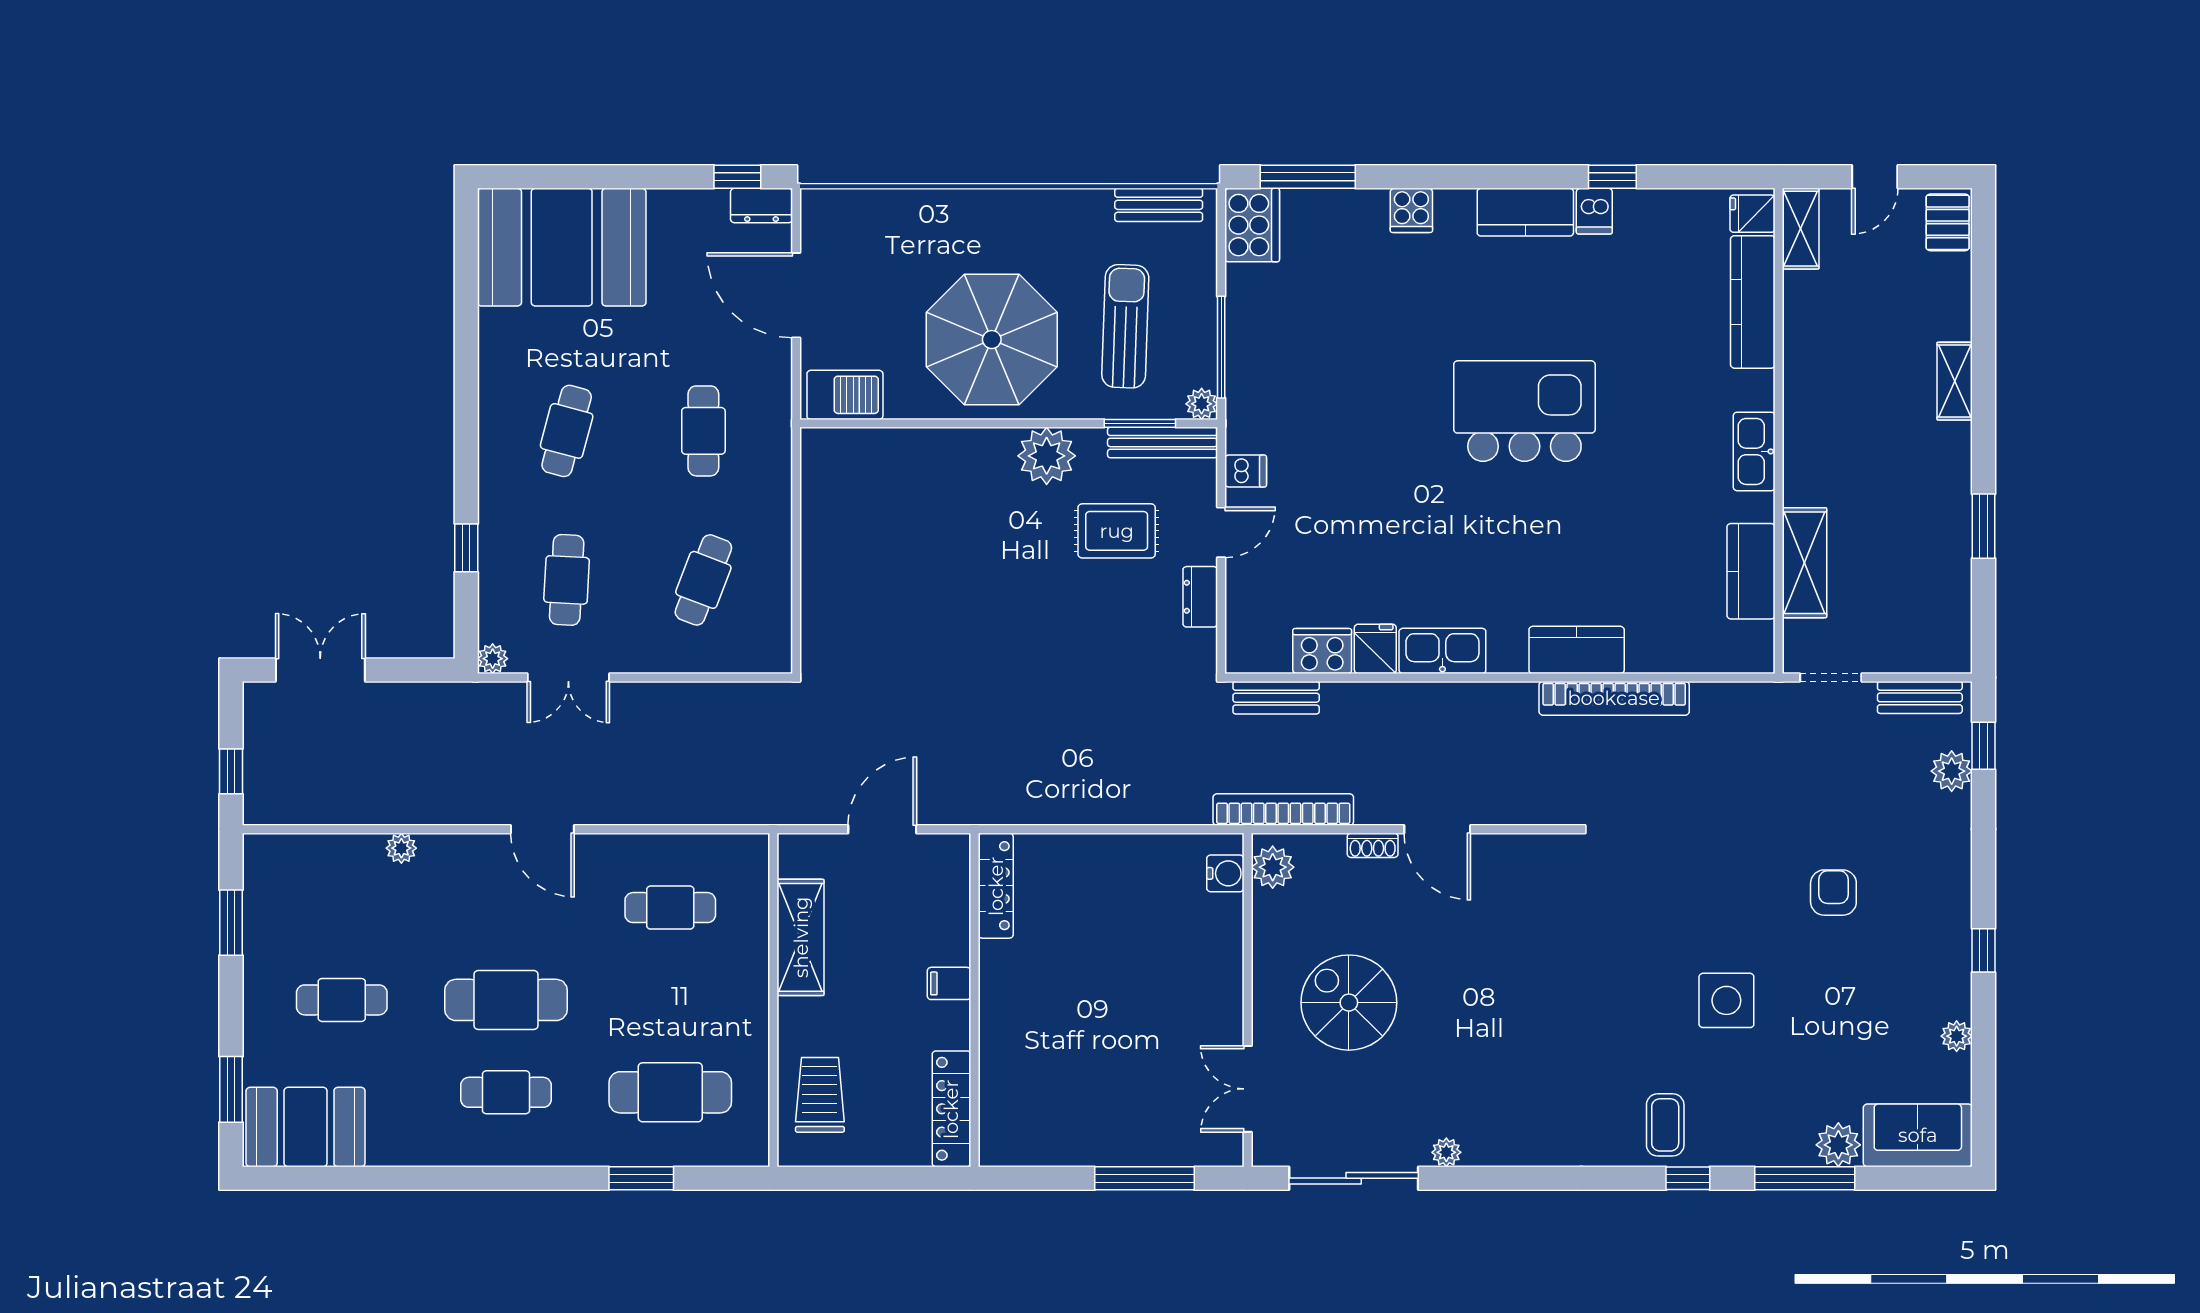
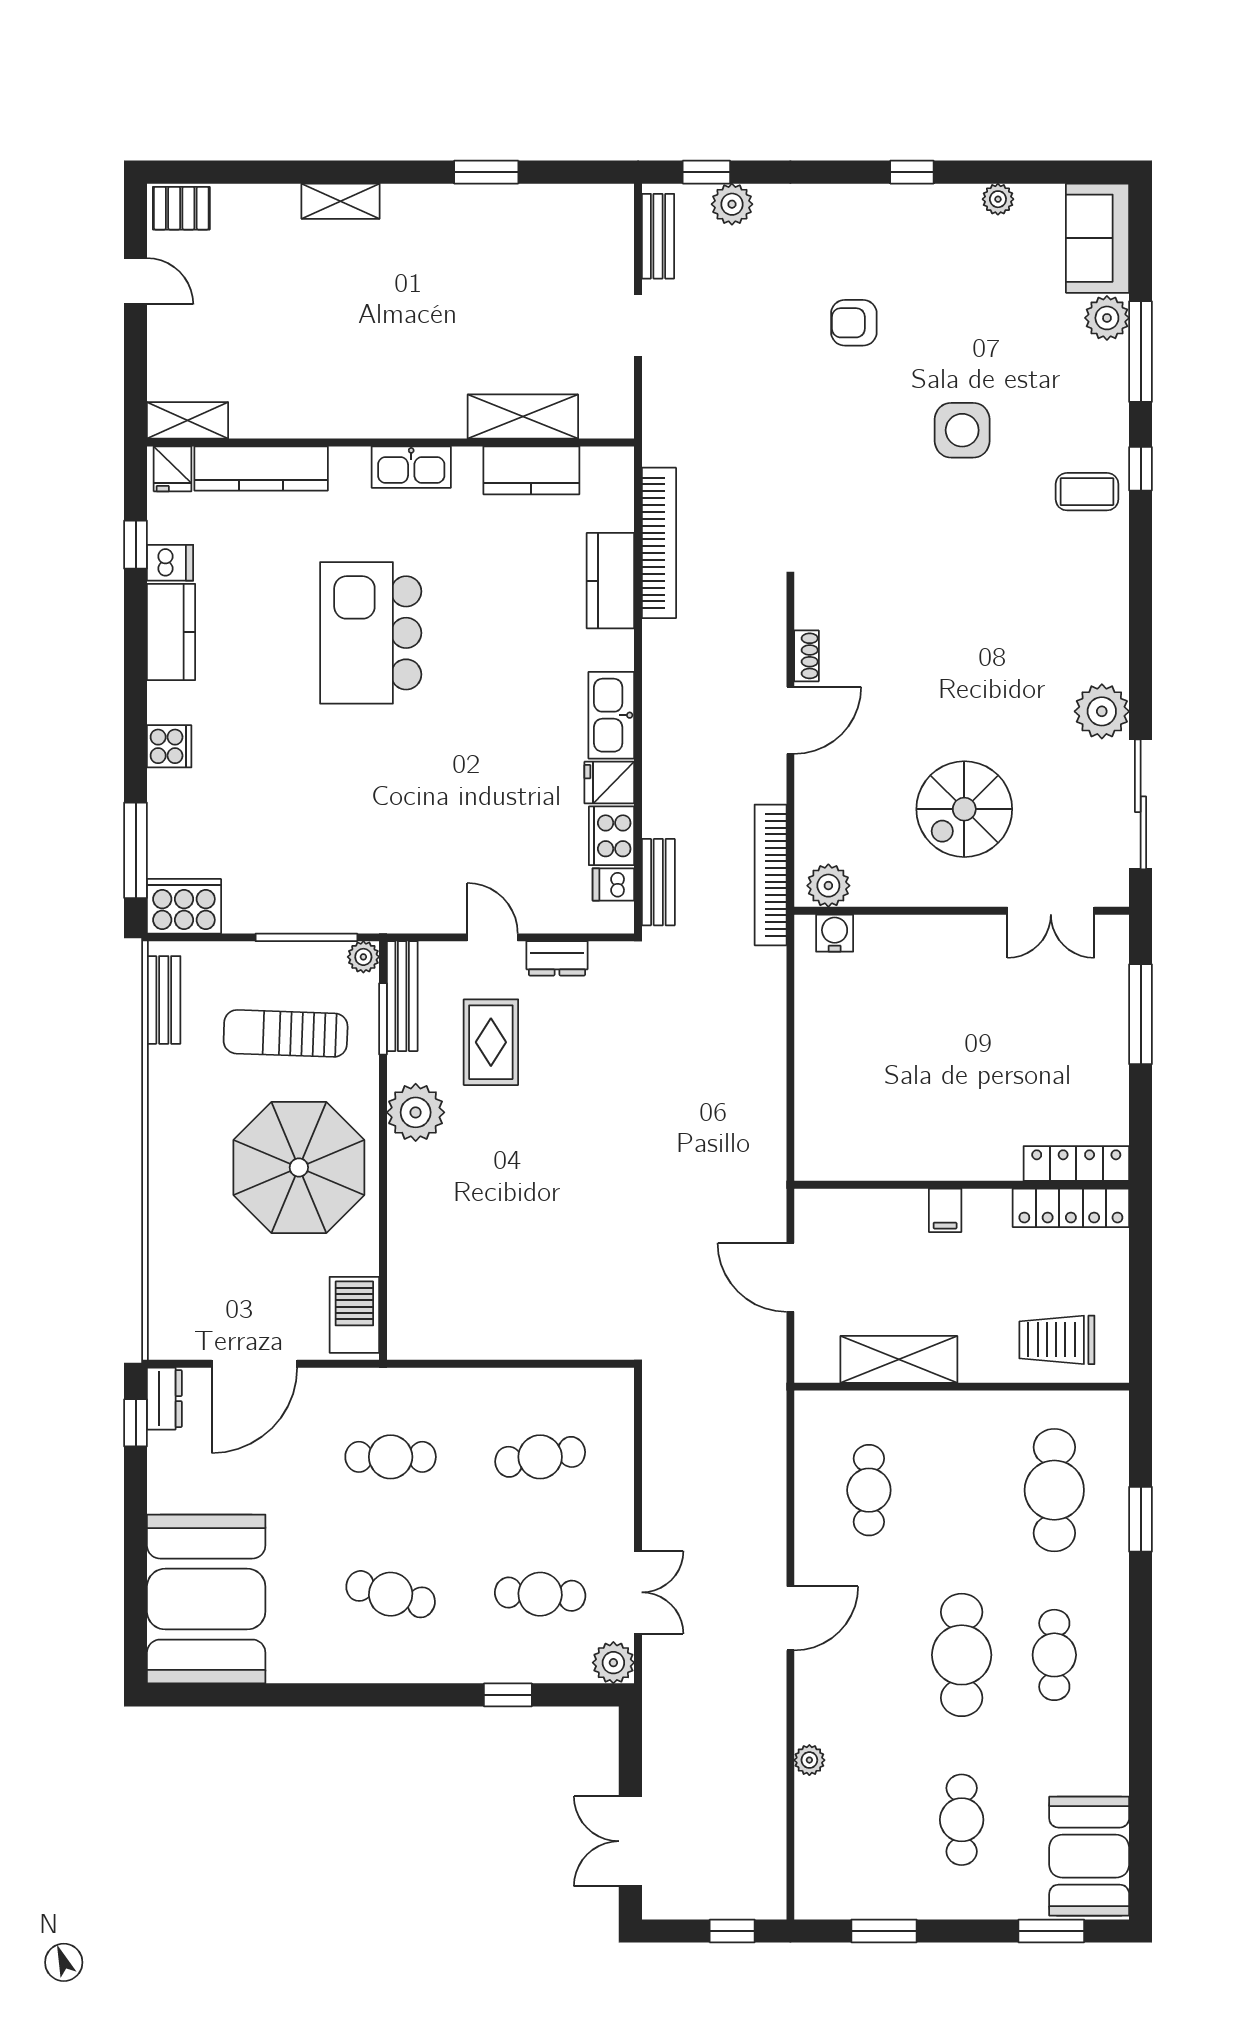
fridge: (1752, 214) -> (173, 469), moved
shelving: (1801, 229) -> (188, 420), moved
kitchen counter: (1753, 302) -> (261, 468), moved
wall: (1779, 431) -> (391, 442), moved
kitchen sink: (1754, 451) -> (411, 467), moved
dishwasher: (1246, 471) -> (613, 884), moved, turned -90
shelving: (1805, 563) -> (523, 417), moved
kitchen counter: (1751, 571) -> (531, 470), moved
cafe table: (703, 580) -> (540, 1457), turned -30
plant: (493, 659) -> (613, 1663), width x1.38, depth x1.38
shoe rack: (1373, 845) -> (806, 656), moved
locker: (996, 886) -> (1076, 1164), moved
plant: (1446, 1152) -> (1102, 711), width x1.87, depth x1.87

